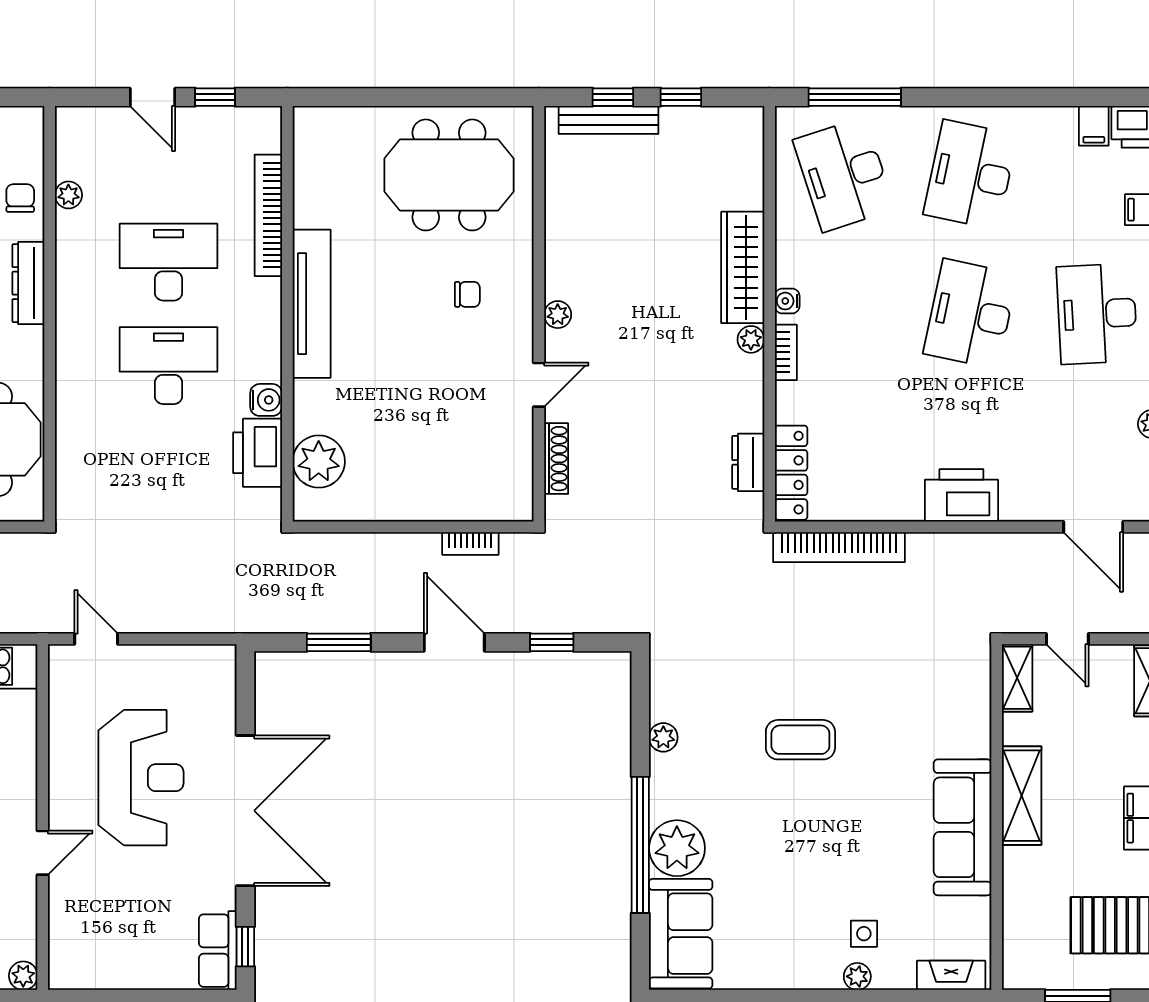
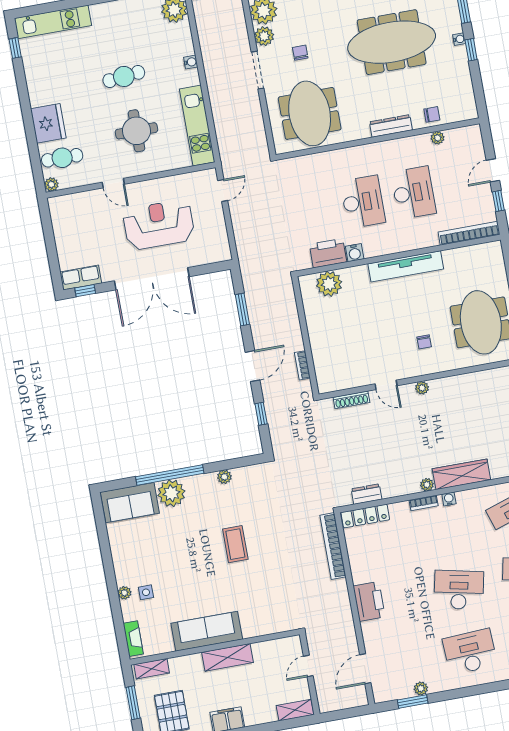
bookcase: (268, 215) -> (469, 233), moved
shelving: (1017, 678) -> (152, 669), moved
reception desk: (141, 778) -> (159, 225), turned 180

